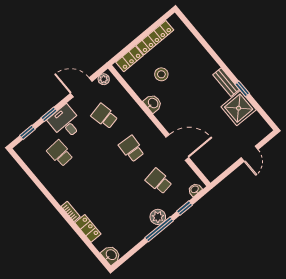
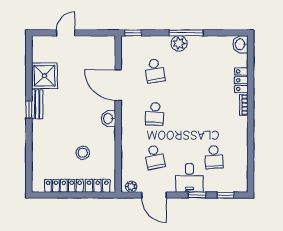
window: (242, 89) -> (29, 109), moved
washbasin: (153, 103) -> (108, 119), moved
washbasin: (195, 190) -> (132, 41), removed
window: (184, 208) -> (133, 33), moved

